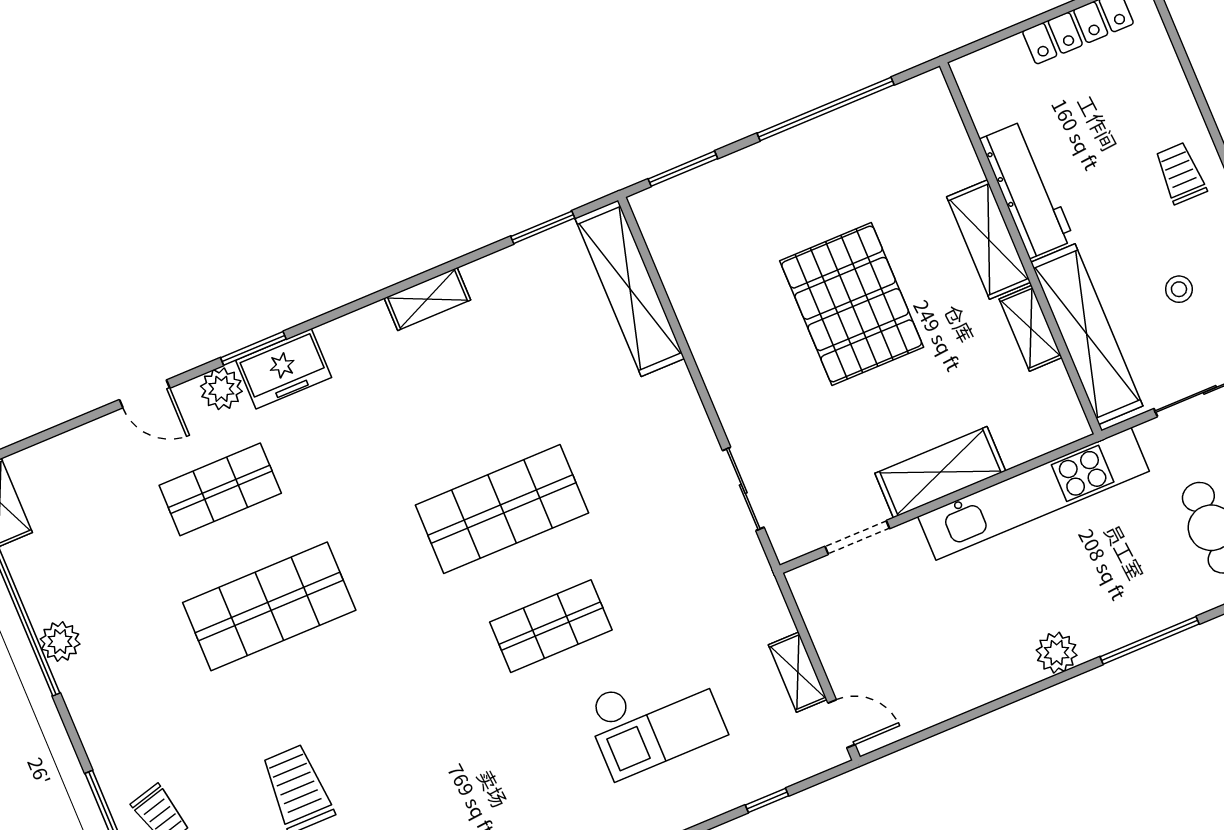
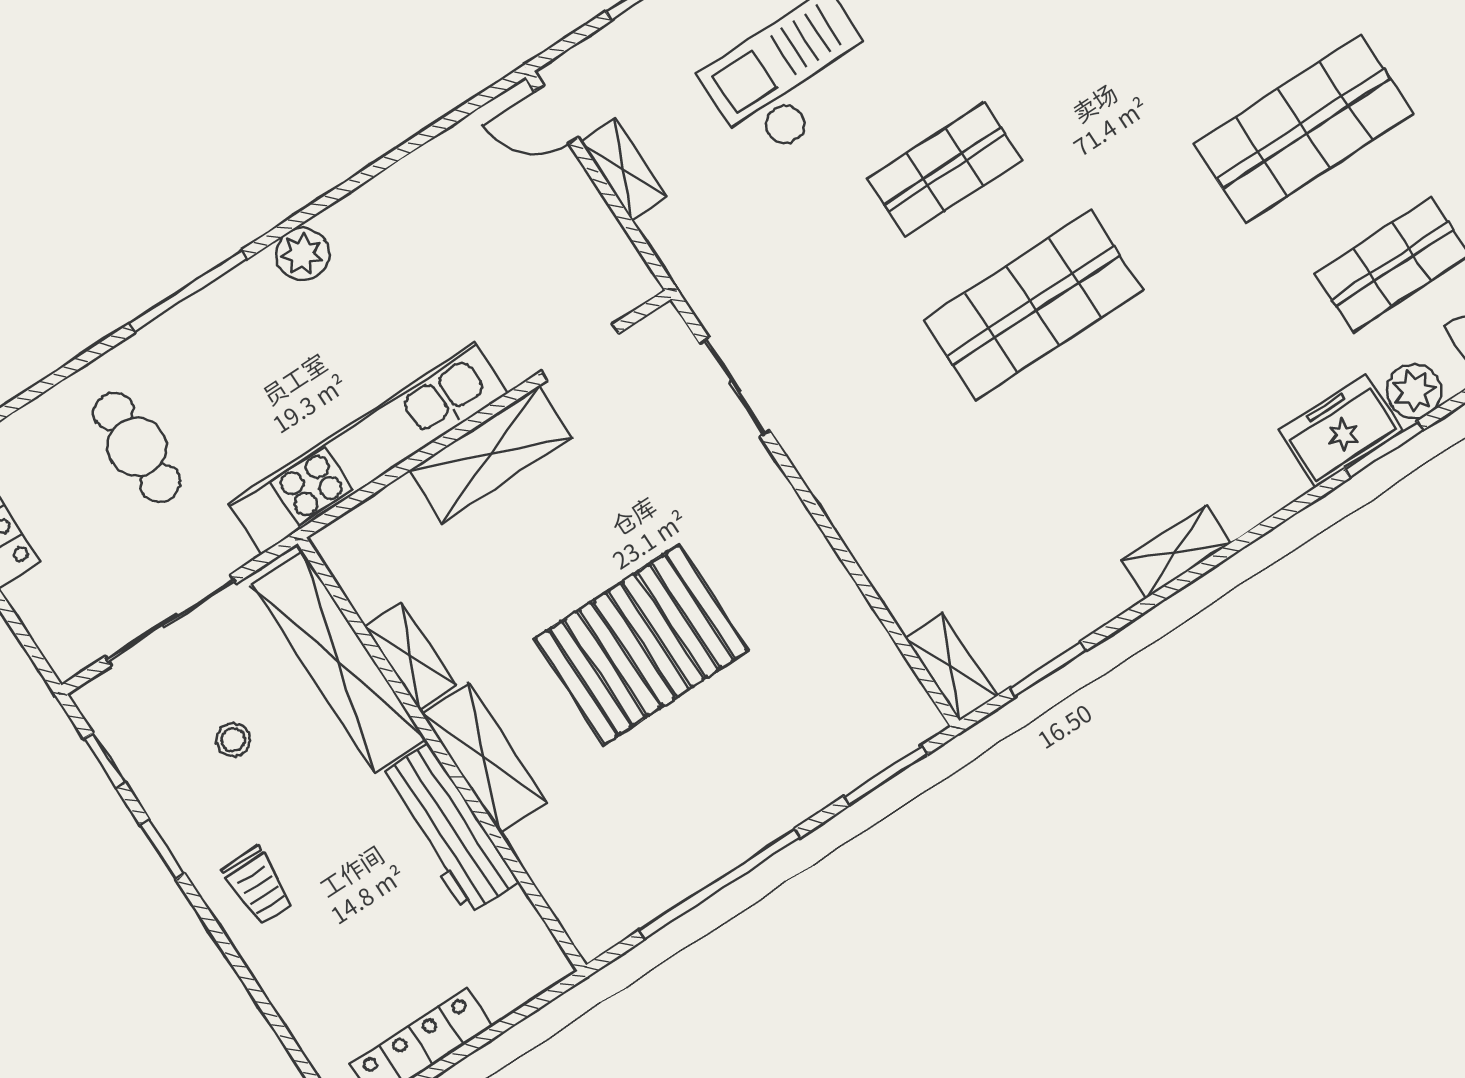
shelving: (630, 288) -> (951, 667), width x0.45, depth x0.75
pallet: (852, 304) -> (641, 645), turned 90

